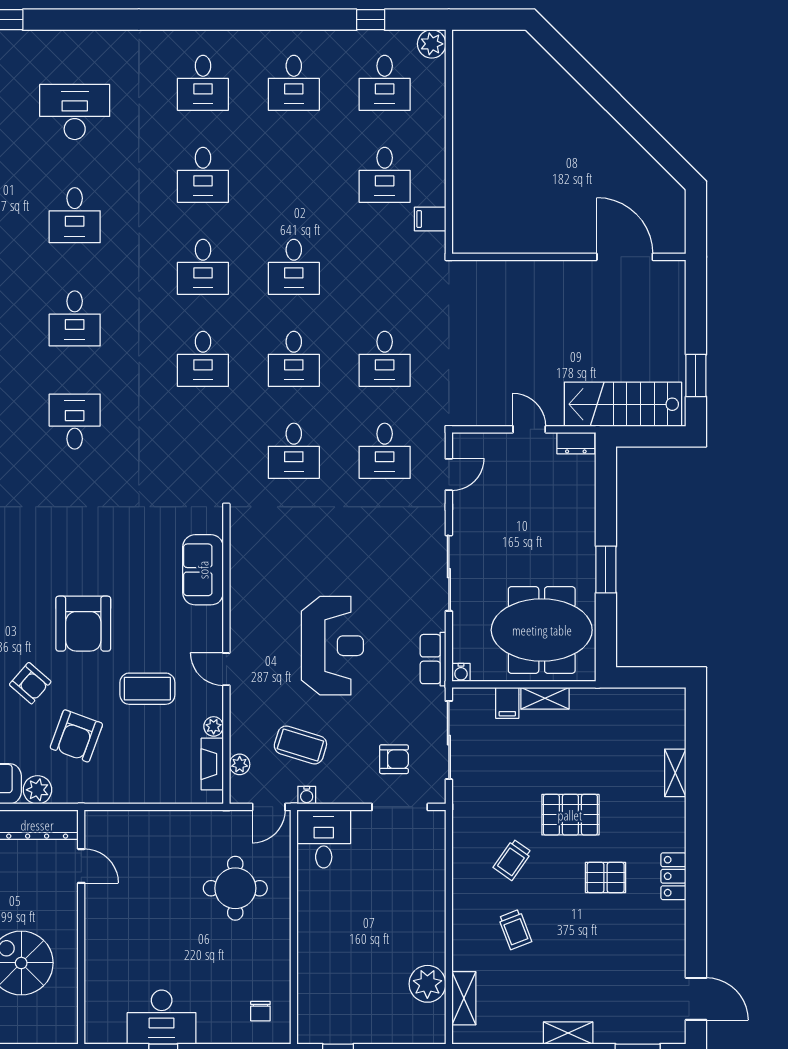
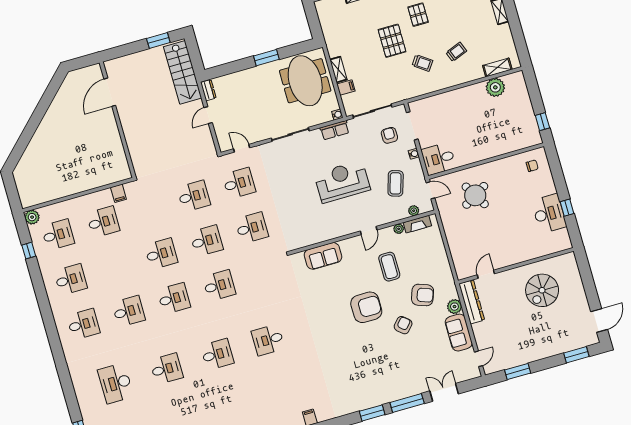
water cooler: (307, 795) -> (414, 154), moved
round table: (235, 888) -> (475, 195), turned -31

